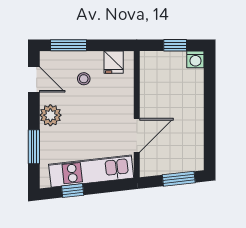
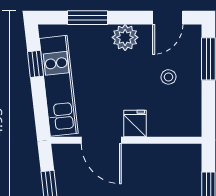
fridge: (114, 62) -> (135, 123), moved, turned 90

